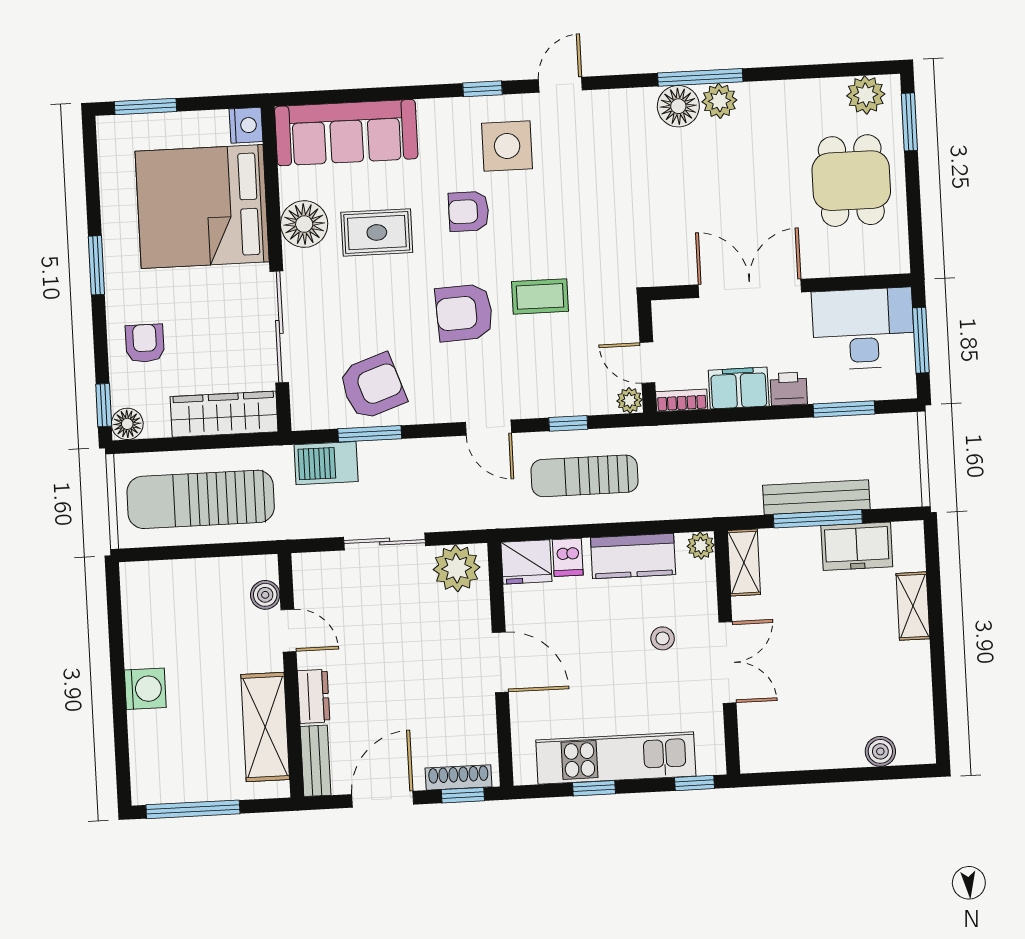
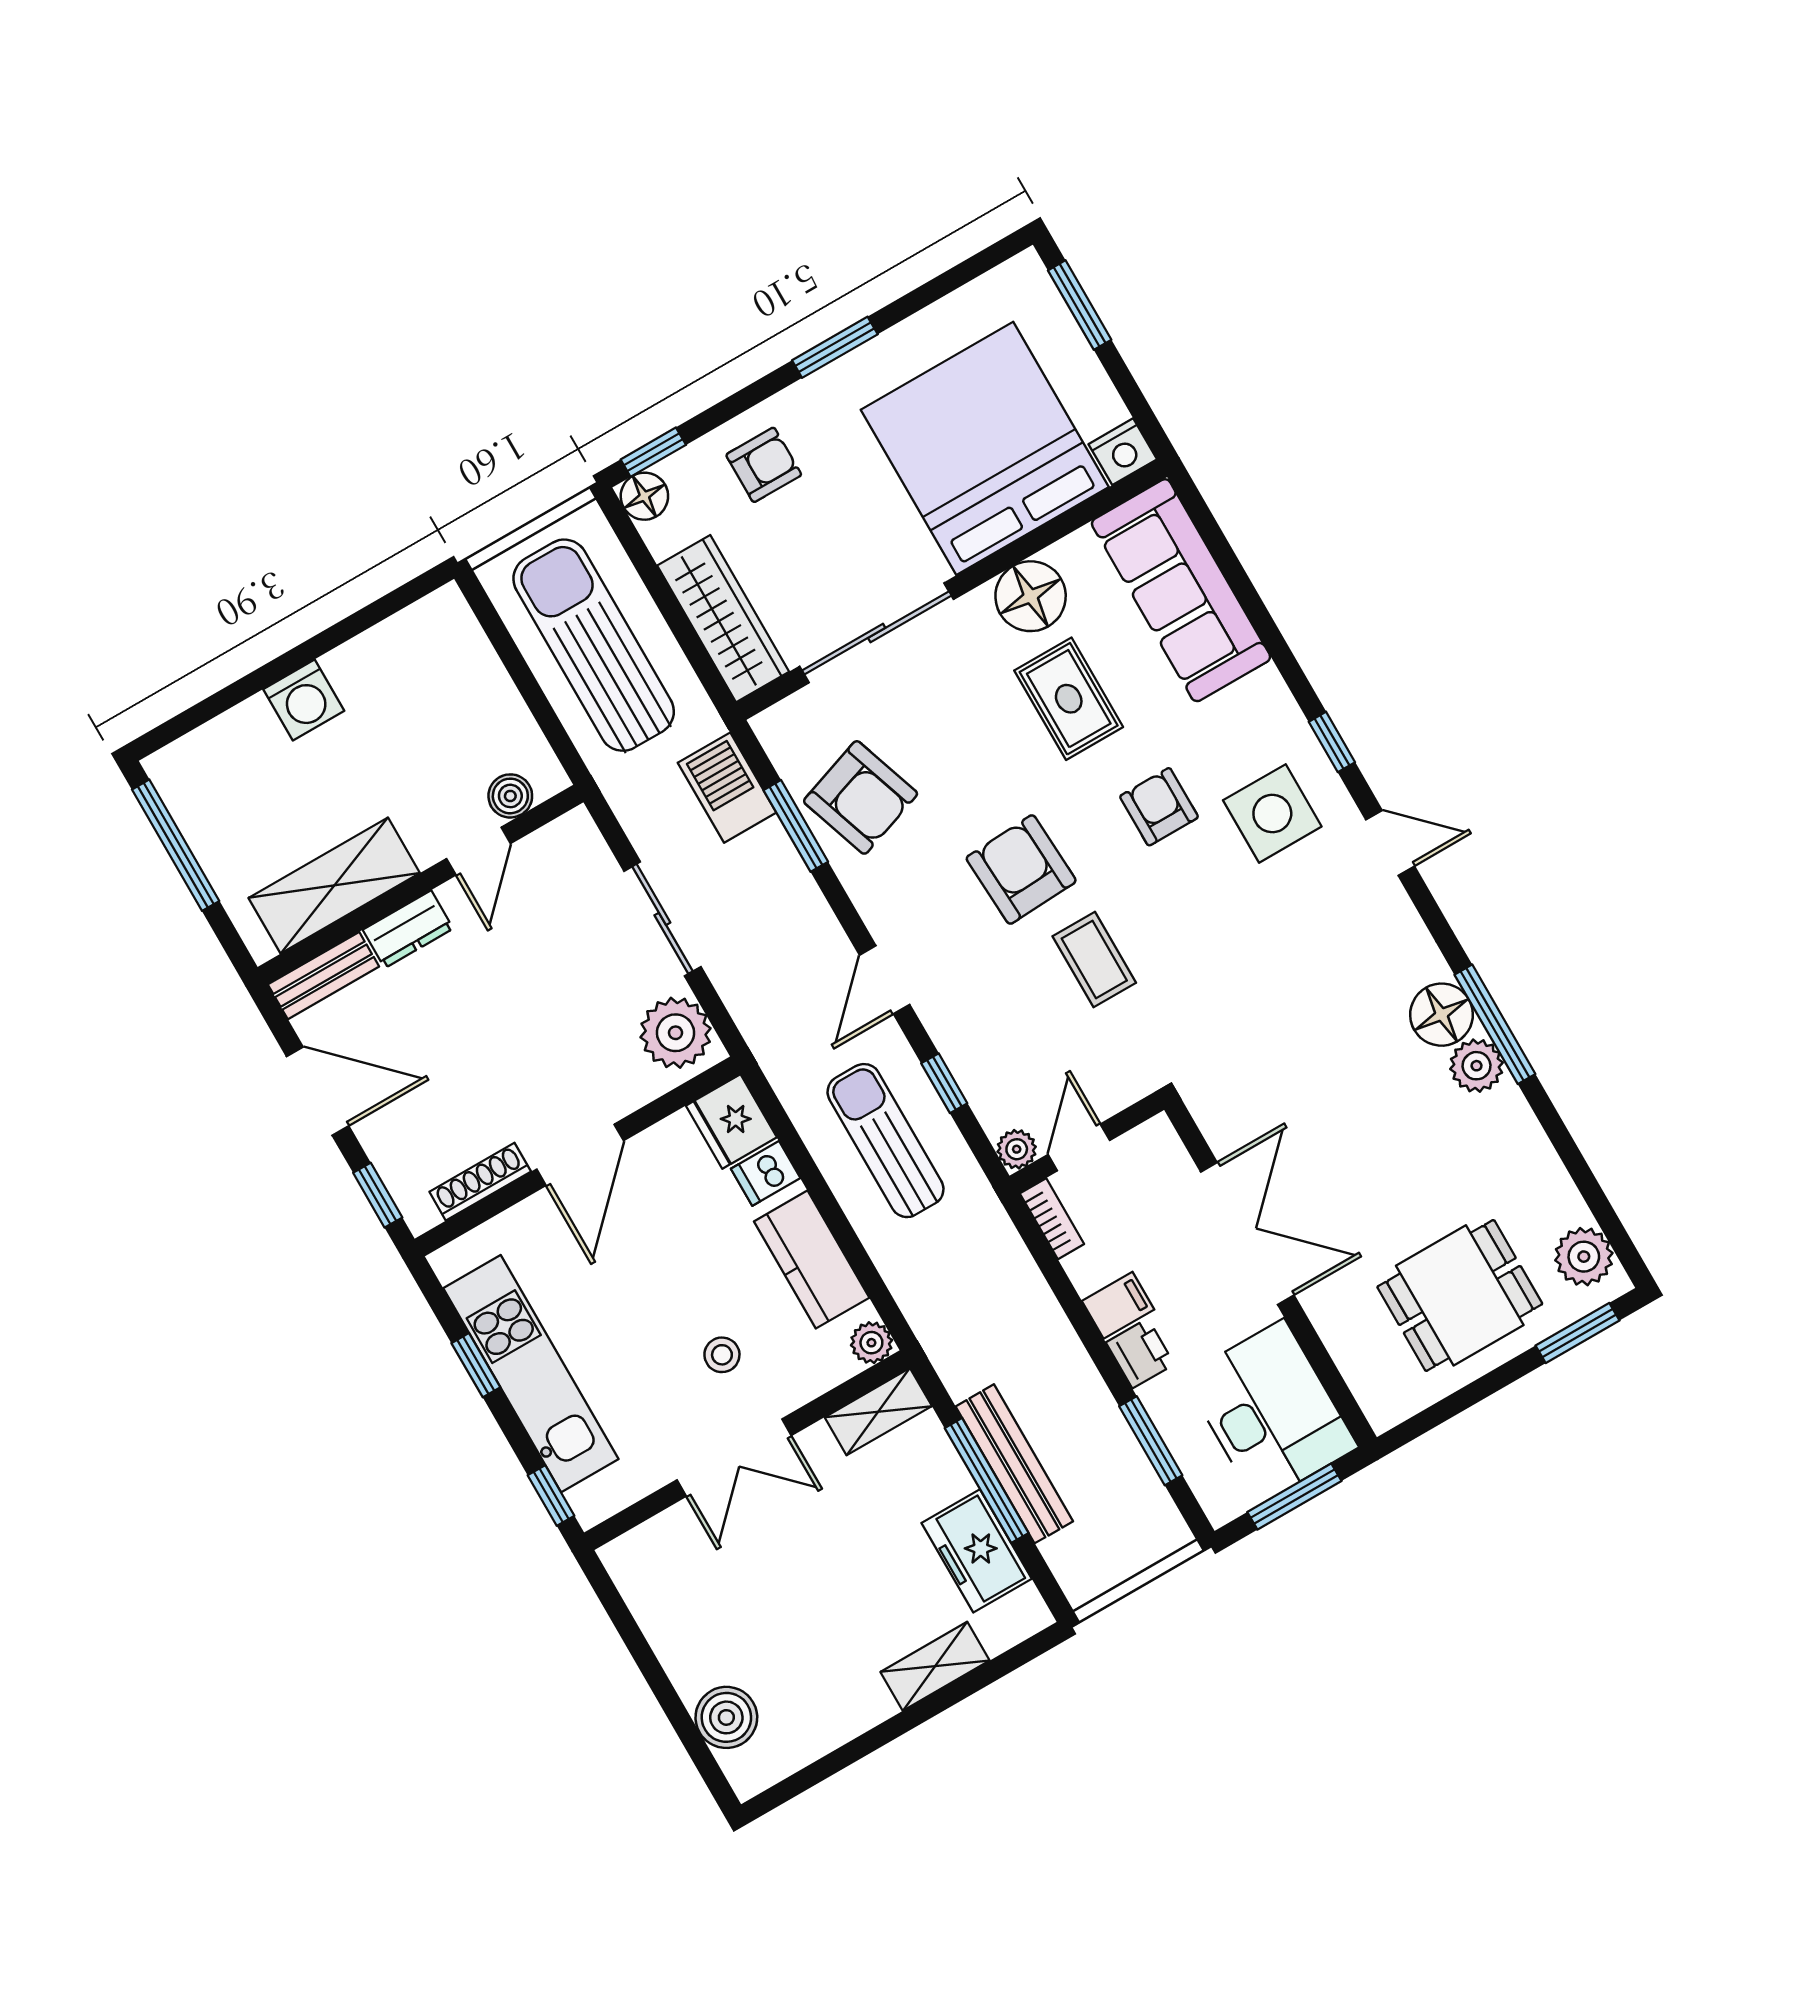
filing cabinet: (739, 388) -> (1118, 1305), width x0.50
boiler: (880, 751) -> (726, 1717), width x1.36, depth x1.36
shoe rack: (458, 777) -> (480, 1182), moved, turned -90

